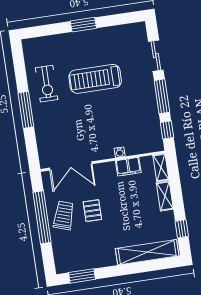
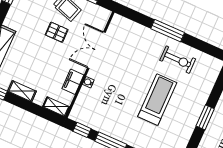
exercise bike: (47, 84) -> (178, 60), turned 180
double door: (71, 166) -> (96, 50), moved
shelving: (165, 196) -> (22, 91), moved

